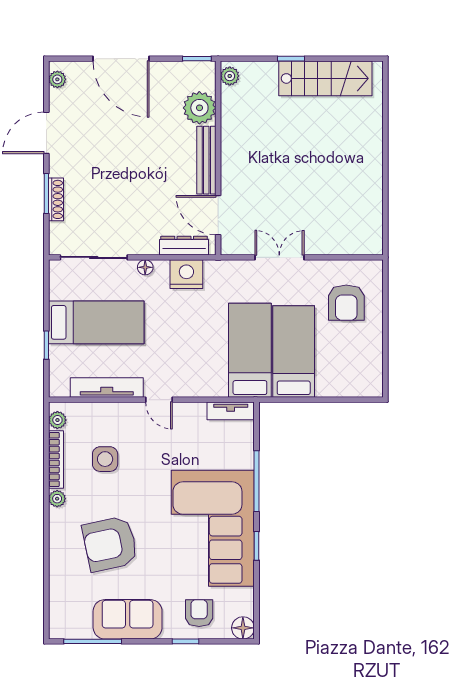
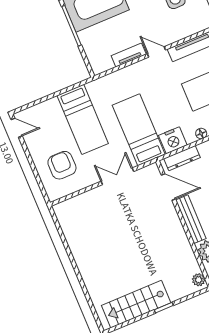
double door: (279, 257) -> (117, 176), swing flipped
bed: (250, 350) -> (139, 130), moved, turned 180
door: (385, 377) -> (17, 128), added
tv unit: (231, 411) -> (129, 55), moved

